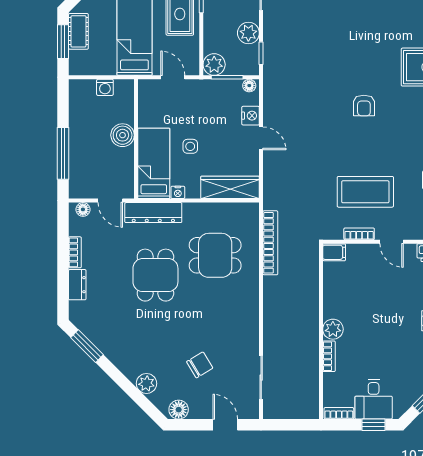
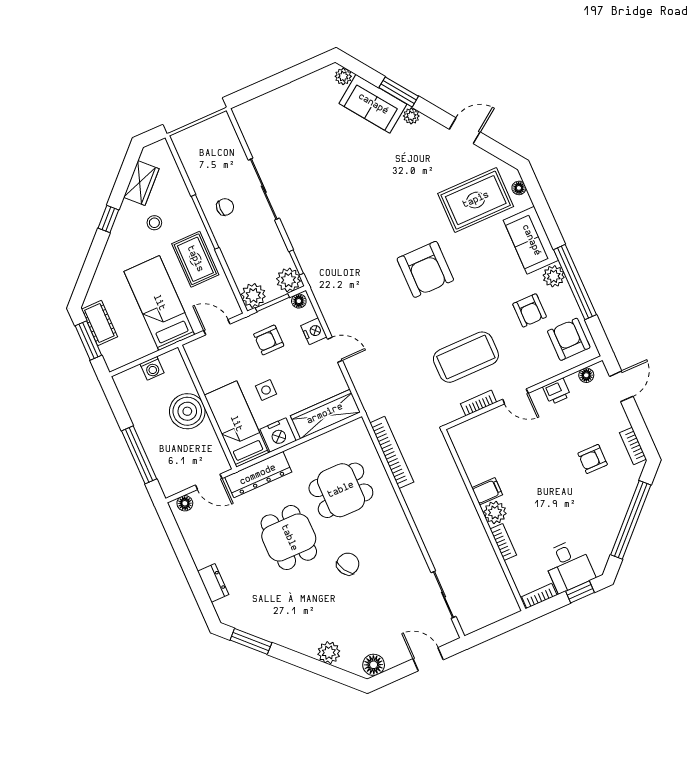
plant: (248, 33) -> (288, 280), moved
armchair: (364, 105) -> (425, 269), width x1.88, depth x1.88
armchair: (211, 106) -> (269, 340), added
boiler: (123, 135) -> (187, 411), width x1.37, depth x1.37
nightstand: (178, 192) -> (278, 435), width x1.89, depth x1.79
bookcase: (75, 252) -> (196, 551), removed
filing cabinet: (334, 252) -> (487, 491), moved
chair: (200, 365) -> (348, 564), moved

